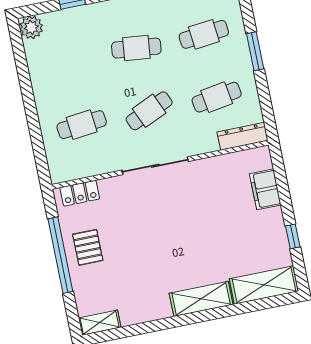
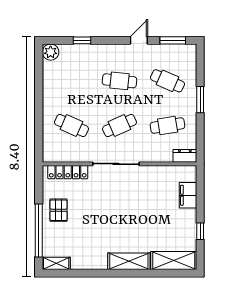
cafe table: (204, 34) -> (168, 81), turned 30
cafe table: (82, 125) -> (71, 126), turned 30
dresser: (243, 136) -> (185, 156), width x0.70
locker: (80, 193) -> (68, 172), width x1.53
window: (60, 255) -> (39, 231), moved

